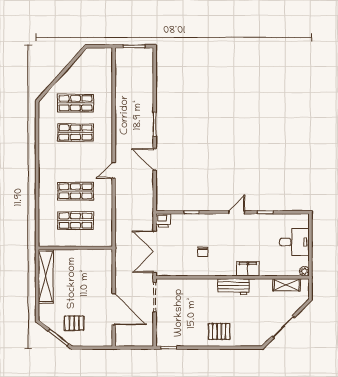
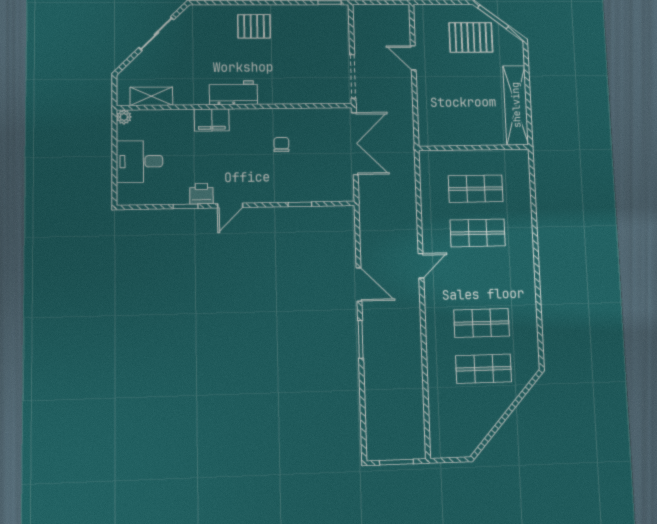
printer: (163, 220) -> (201, 194), moved
door: (114, 309) -> (413, 58), width x0.53
pallet: (74, 323) -> (471, 37), width x1.50, depth x1.42

